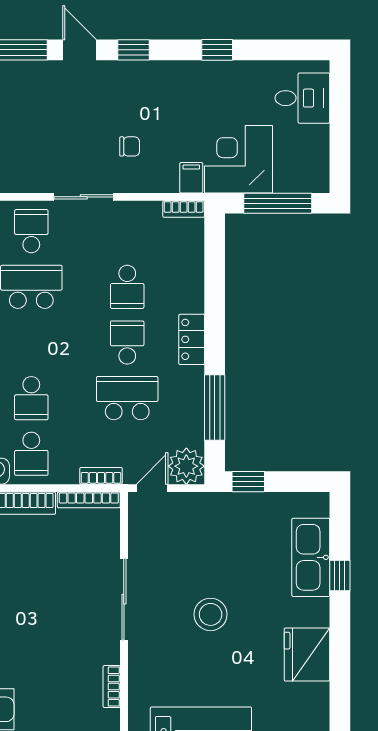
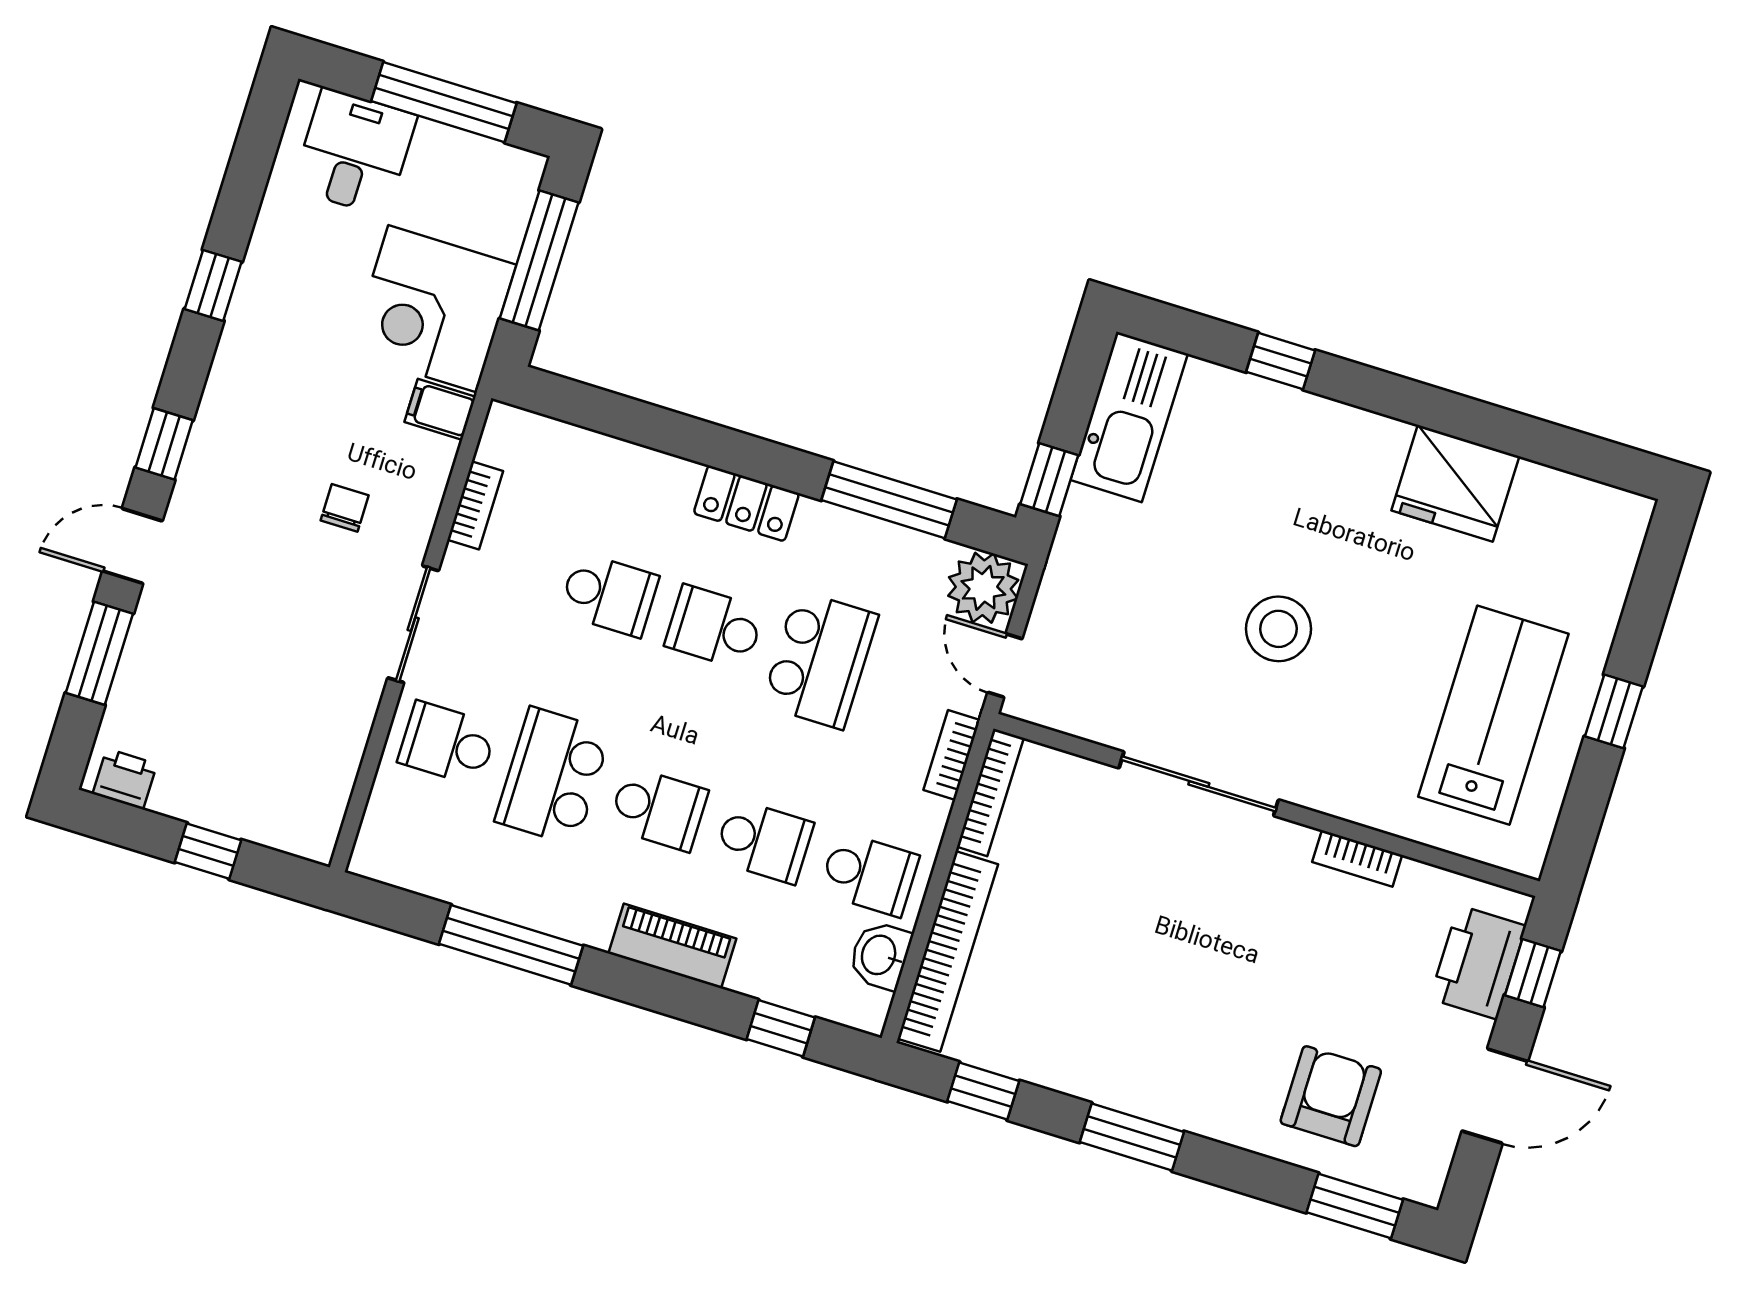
window: (340, 134) -> (444, 102), added
bookcase: (184, 209) -> (475, 505), moved
school desk: (31, 342) -> (658, 809), added
school desk: (127, 398) -> (820, 660), turned 180
kitchen sink: (311, 557) -> (1129, 417), moved, turned -90
fridge: (307, 655) -> (1455, 483), moved

